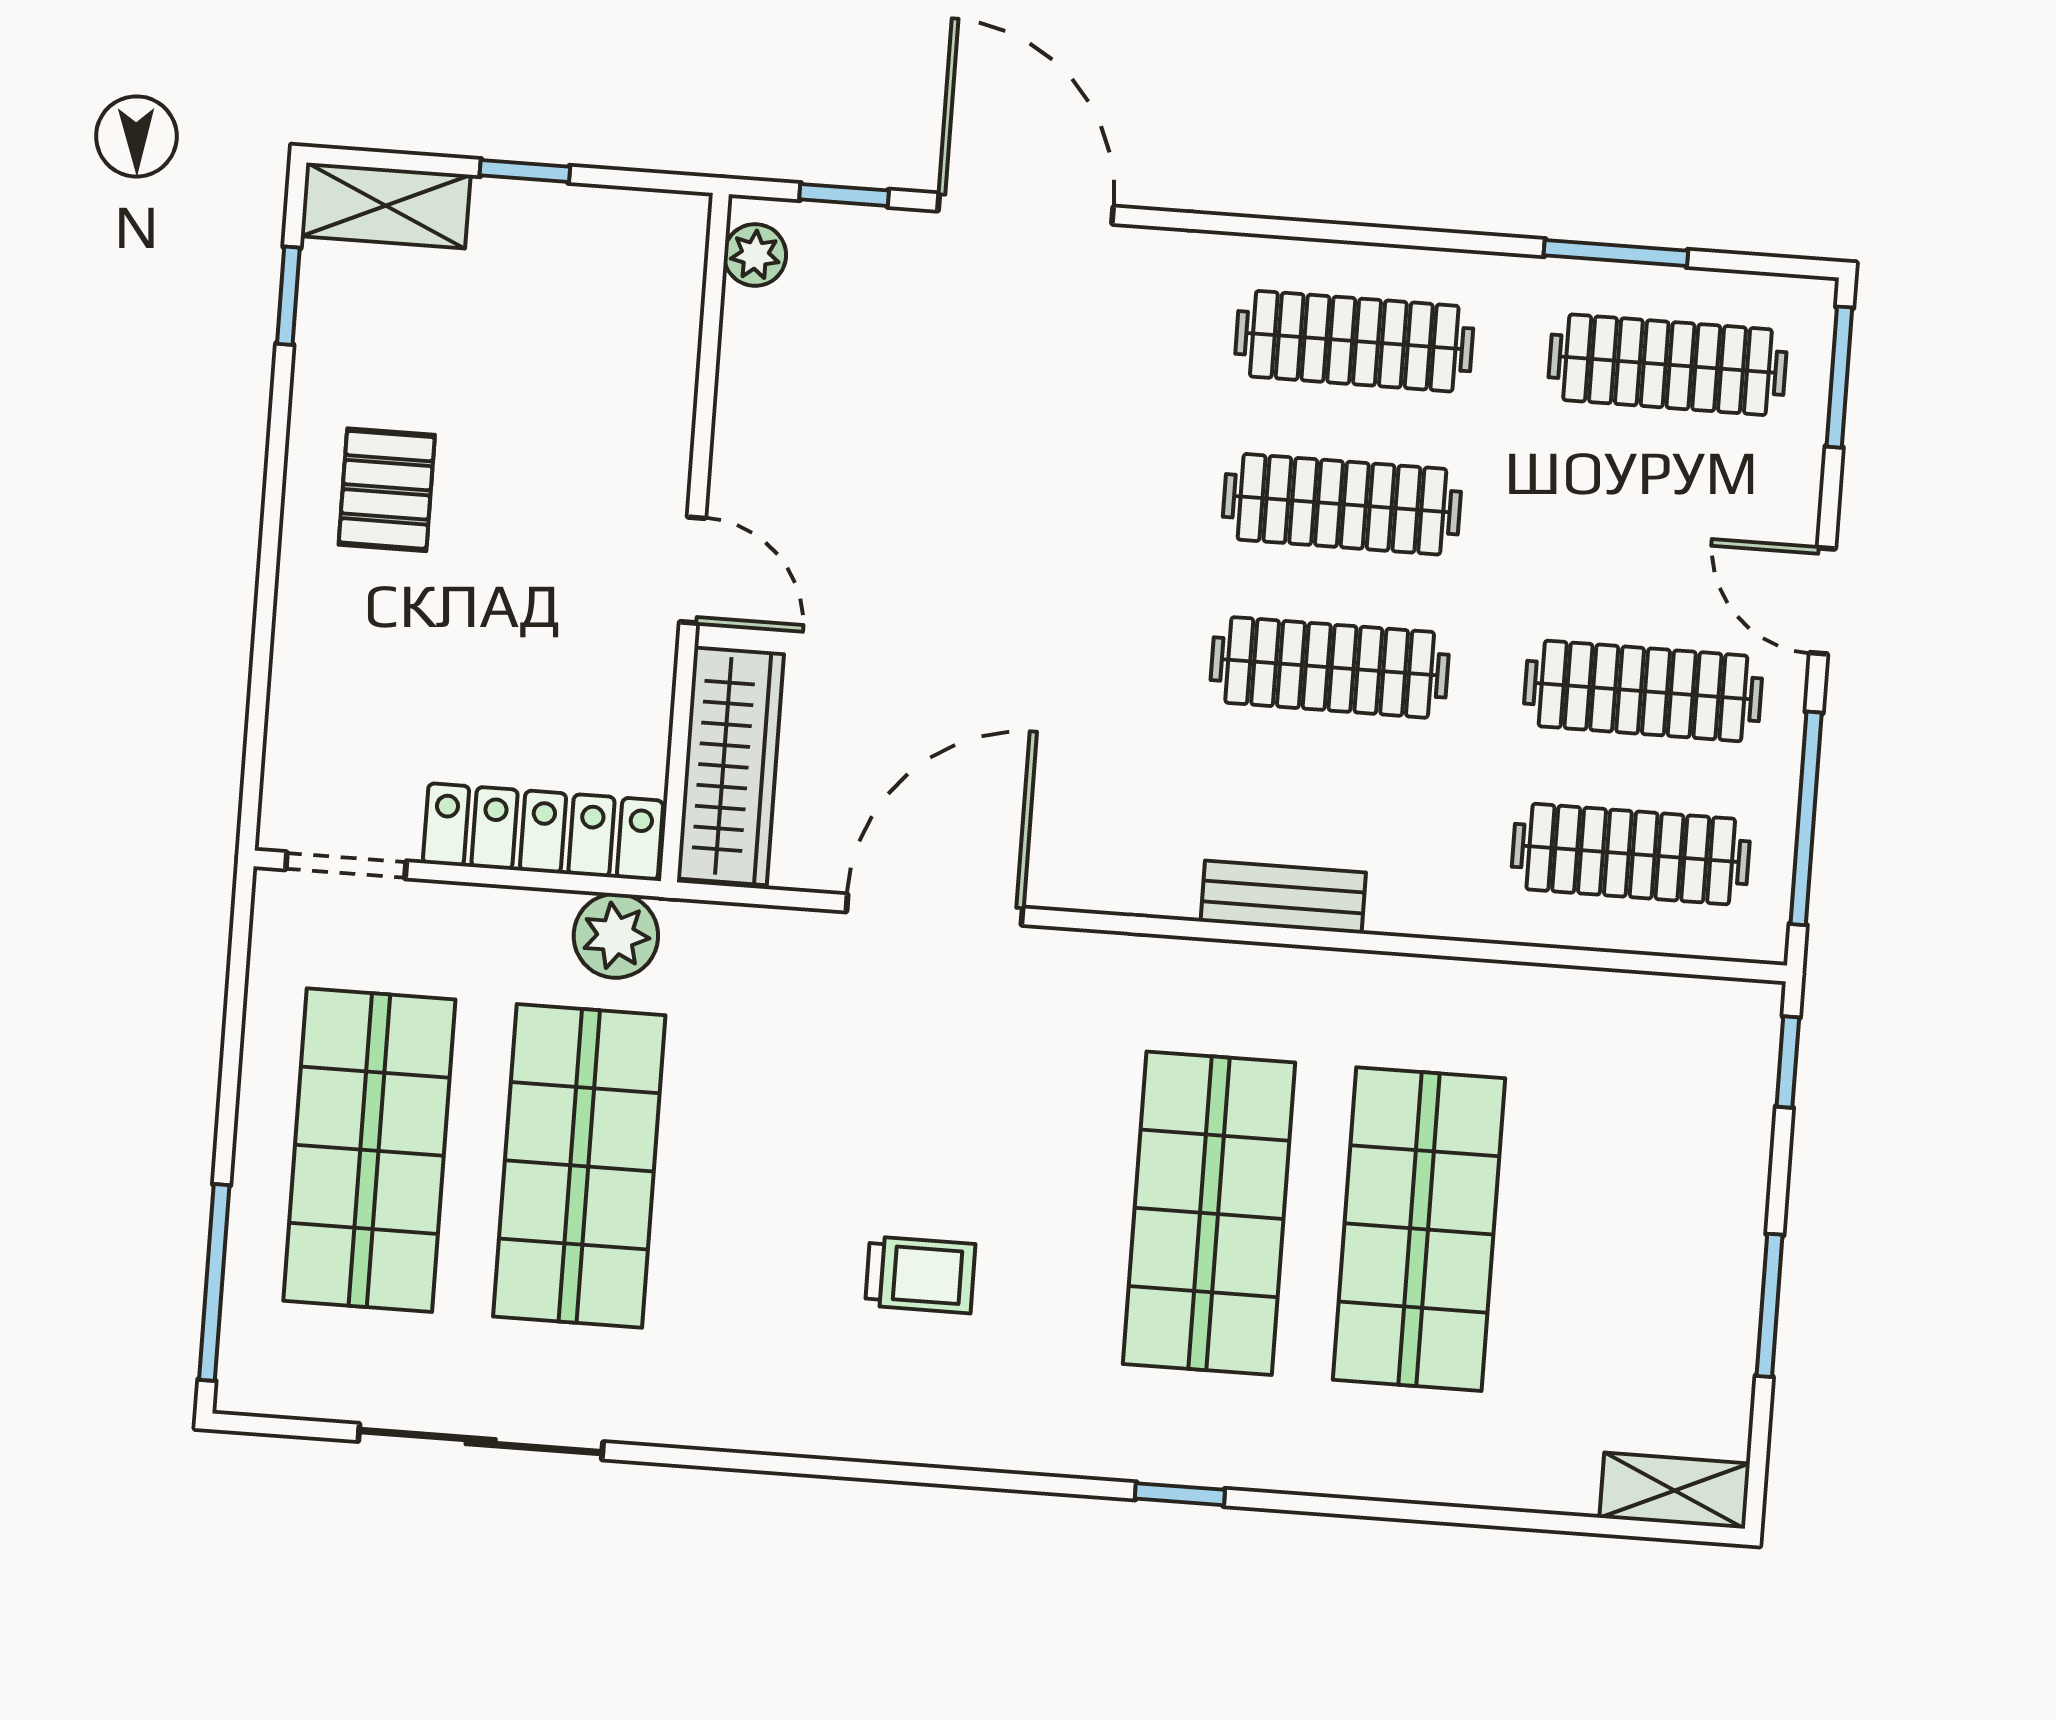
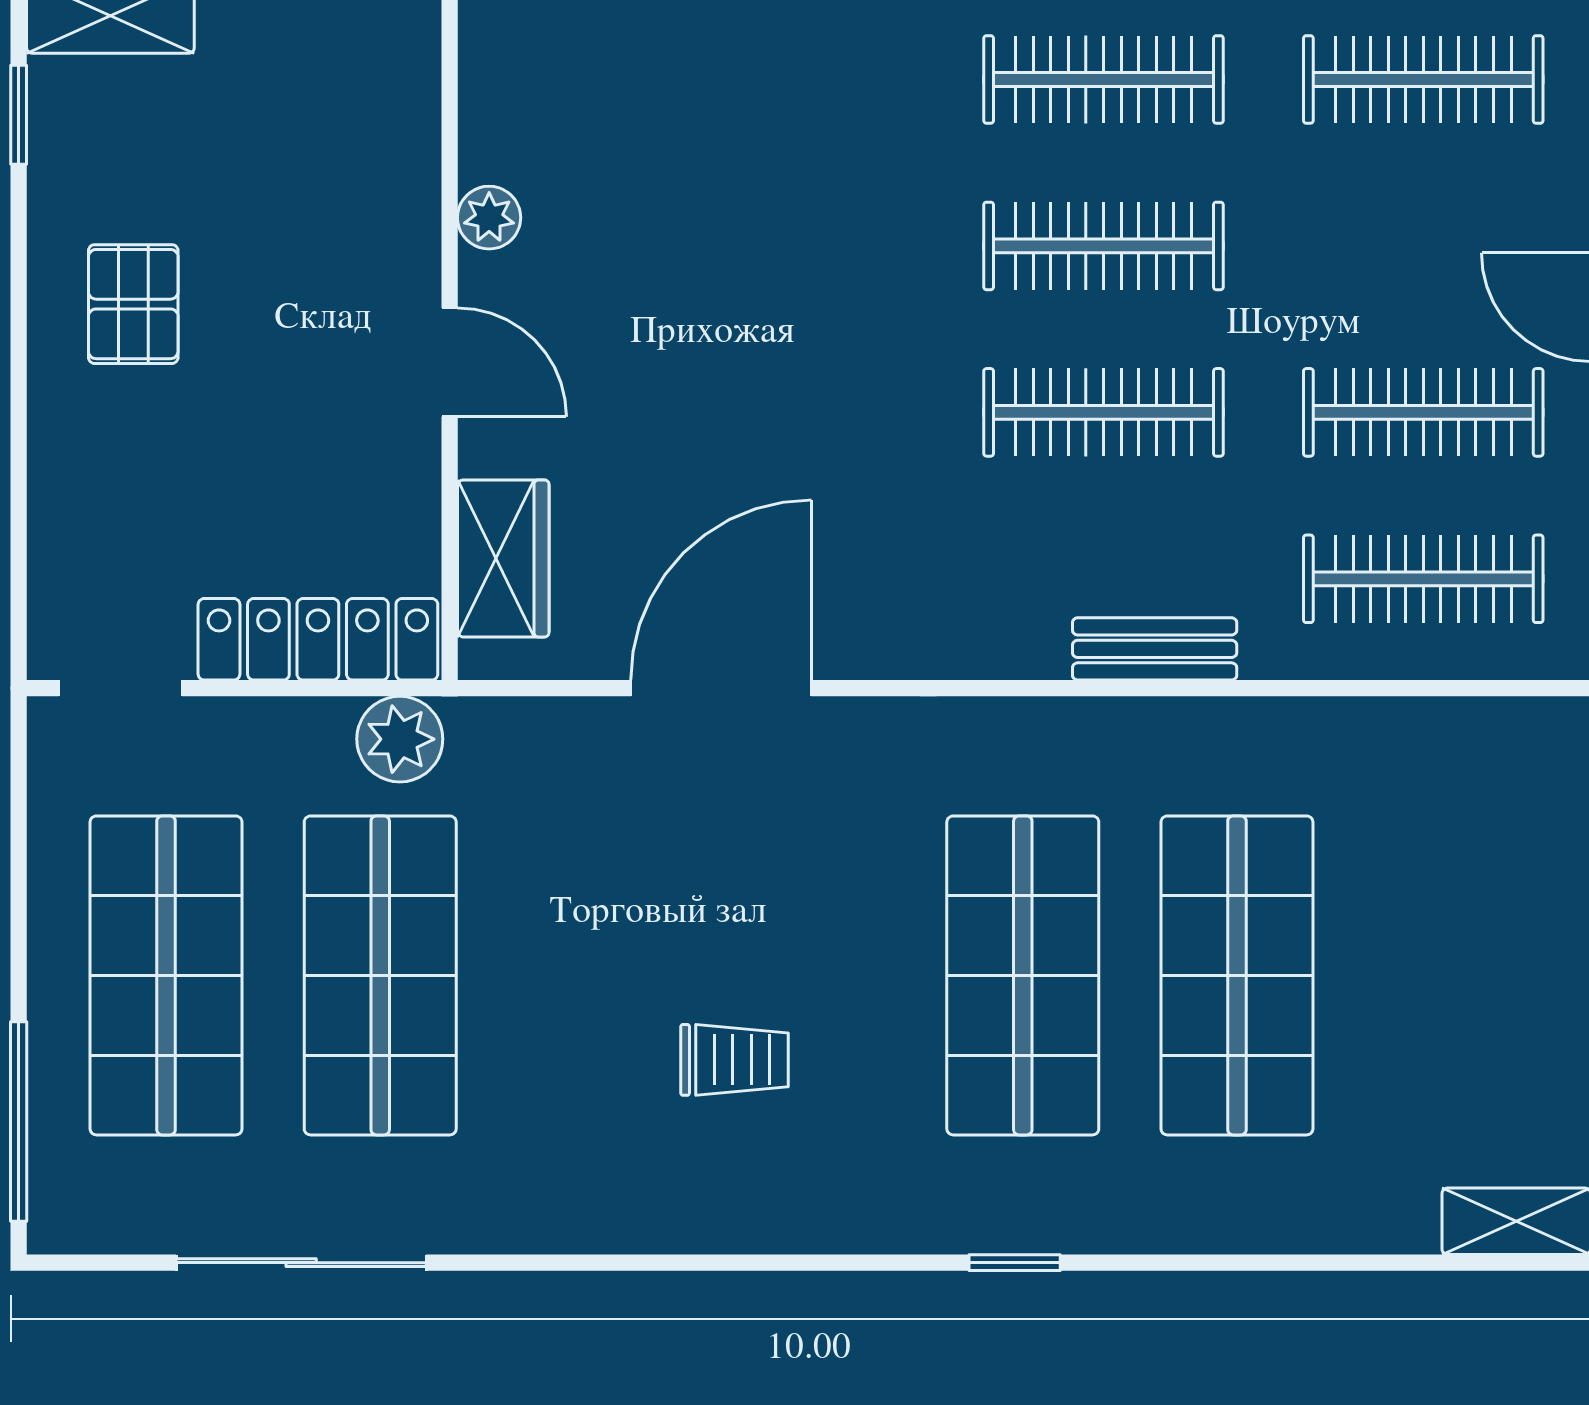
plant: (755, 255) -> (489, 218), moved
wardrobe: (731, 766) -> (503, 558), width x0.67
bench: (1283, 897) -> (1155, 649), moved

